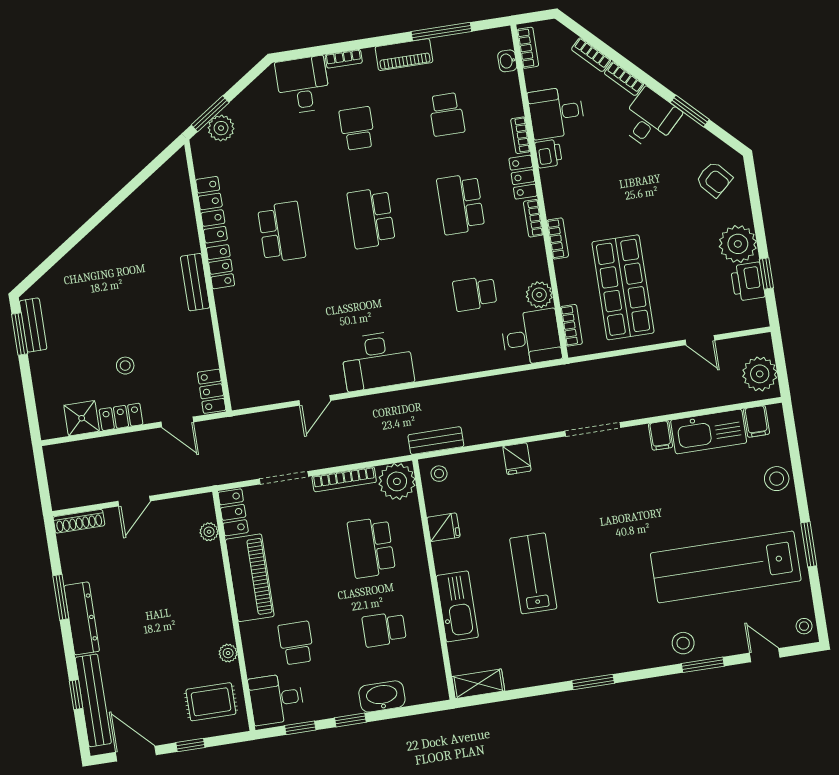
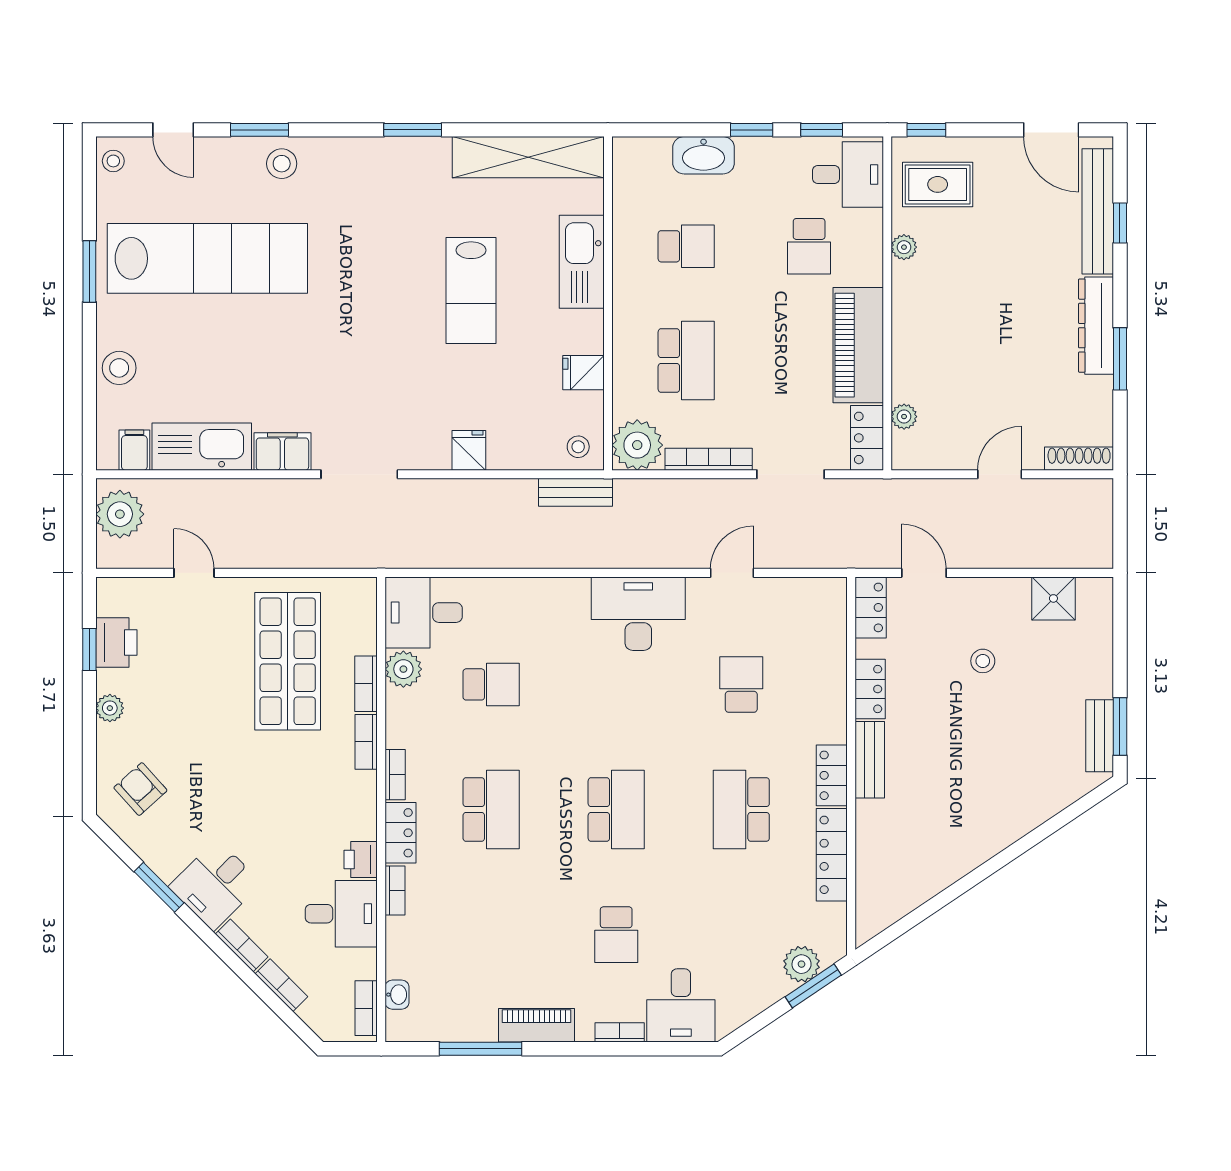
school desk: (447, 114) -> (741, 684), moved
plant: (738, 244) -> (110, 708), width x0.53, depth x0.53
bookcase: (571, 325) -> (366, 684), moved
locker: (121, 417) -> (870, 689), moved, turned -90
filing cabinet: (660, 435) -> (282, 451), width x2.00
shelving: (478, 684) -> (528, 157), width x2.20, depth x1.33
window: (190, 745) -> (926, 130), moved

